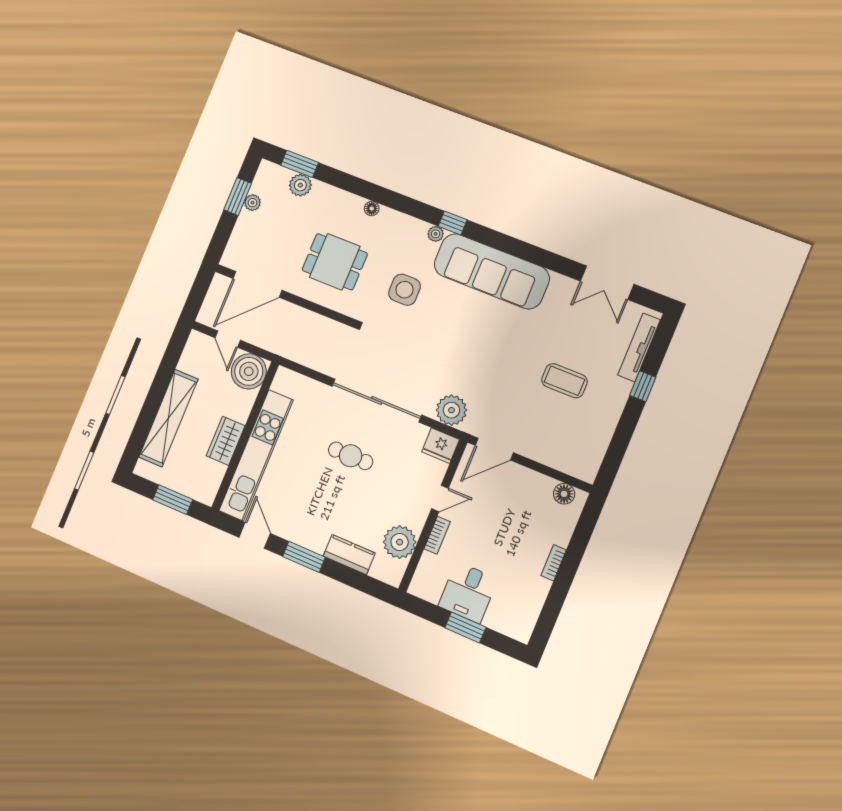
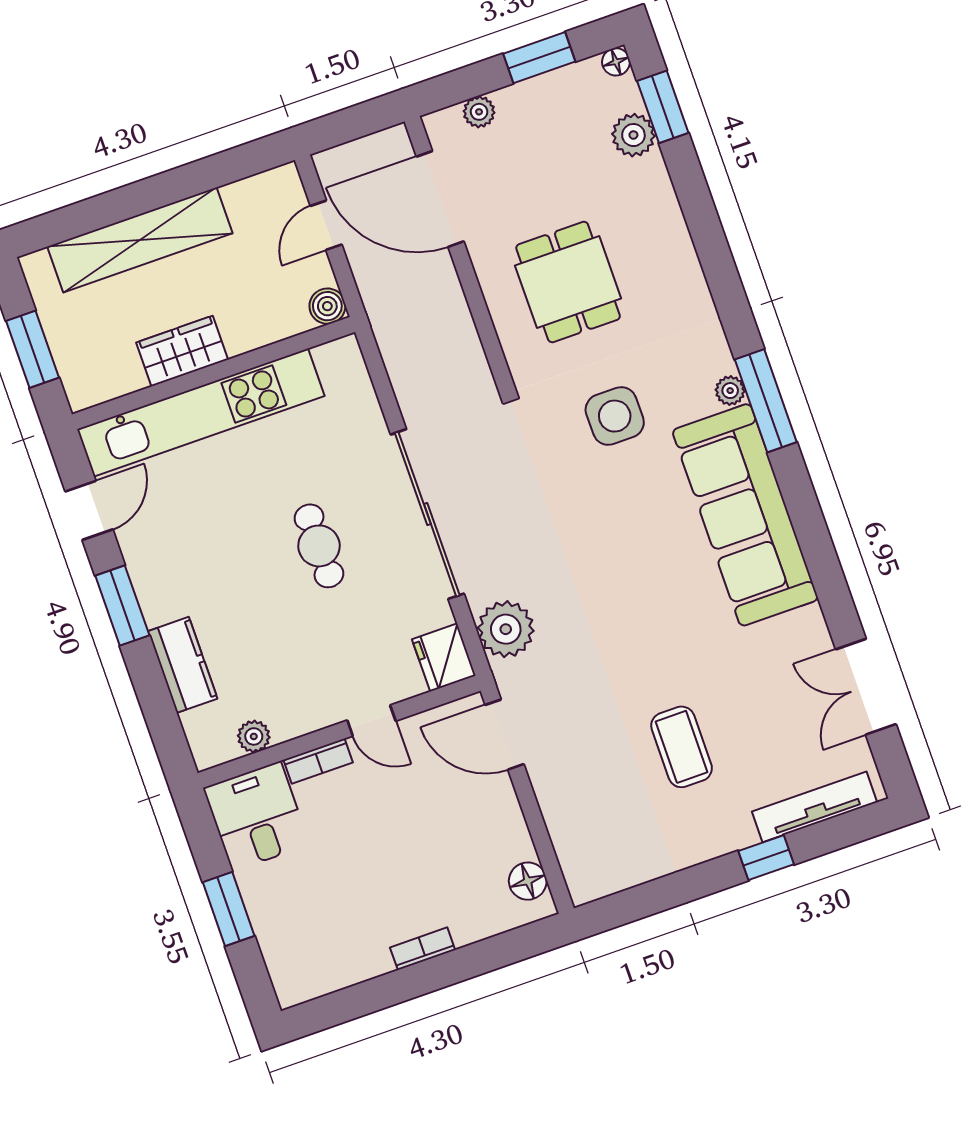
plant: (253, 203) -> (479, 112), moved
floor lamp: (372, 208) -> (616, 62), moved
window: (453, 223) -> (766, 401), width x2.17
boiler: (249, 371) -> (327, 306), width x0.54, depth x0.54
plant: (400, 542) -> (254, 736), width x0.53, depth x0.53
desk: (468, 592) -> (256, 816), moved, turned 90

